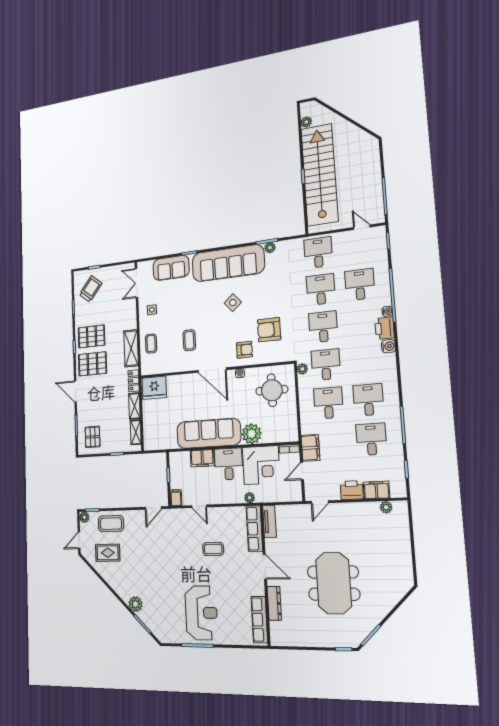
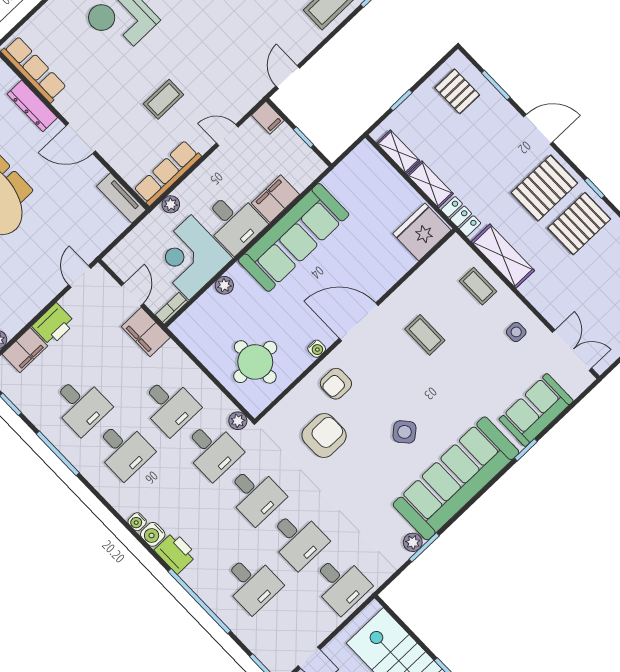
water cooler: (387, 311) -> (137, 522), moved
plant: (252, 434) -> (224, 285), width x0.53, depth x0.53
row of seats: (254, 529) -> (167, 173), moved, turned -90

